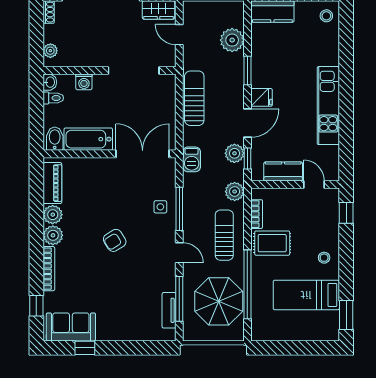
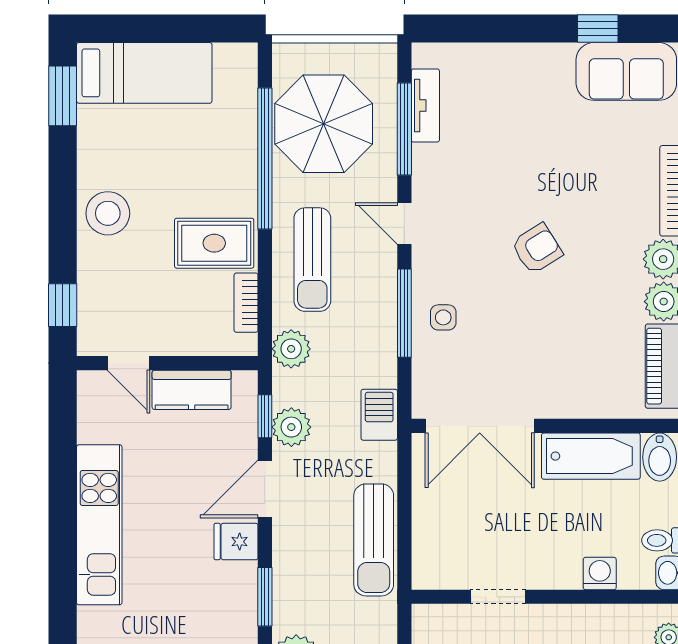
doorway: (134, 70) -> (498, 597), width x0.53
stool: (324, 258) -> (108, 213), width x1.89, depth x1.89
bed: (306, 295) -> (144, 73), moved

